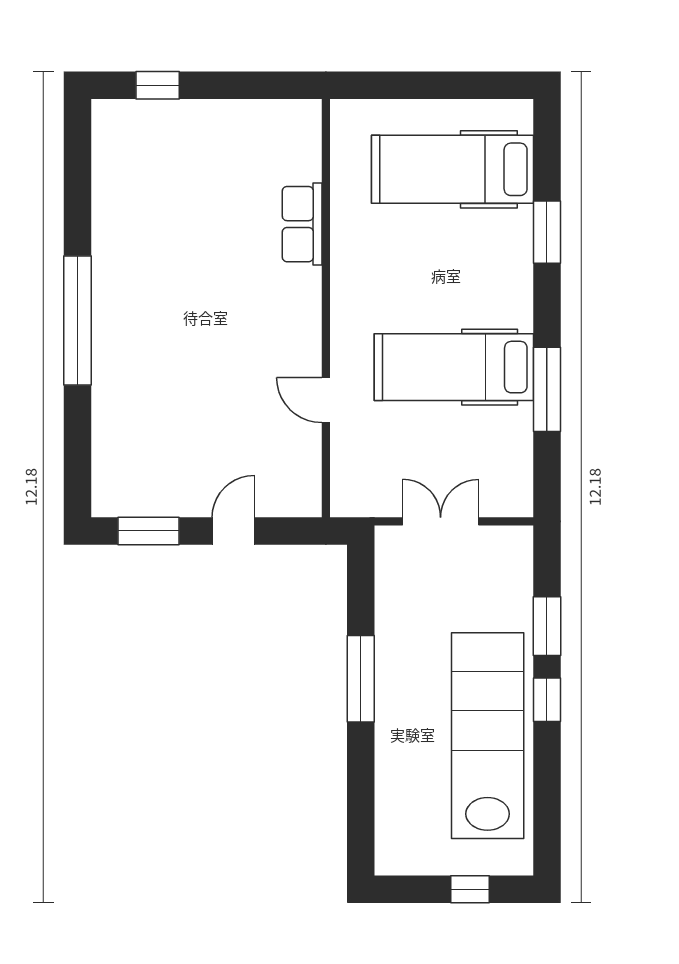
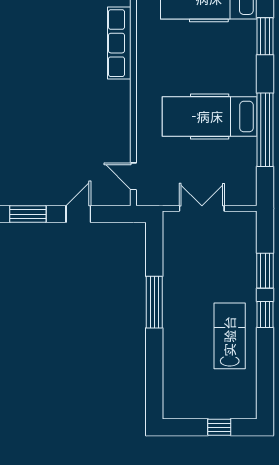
row of seats: (302, 224) -> (119, 43), width x1.48
window: (547, 389) -> (265, 130), width x1.46
door: (326, 400) -> (133, 176), moved
lab bench: (488, 736) -> (230, 336), width x0.54, depth x0.72

